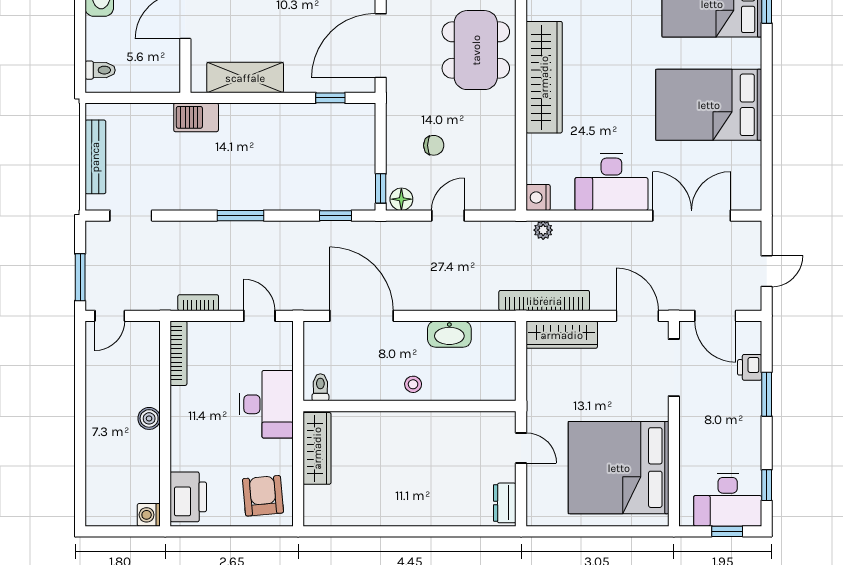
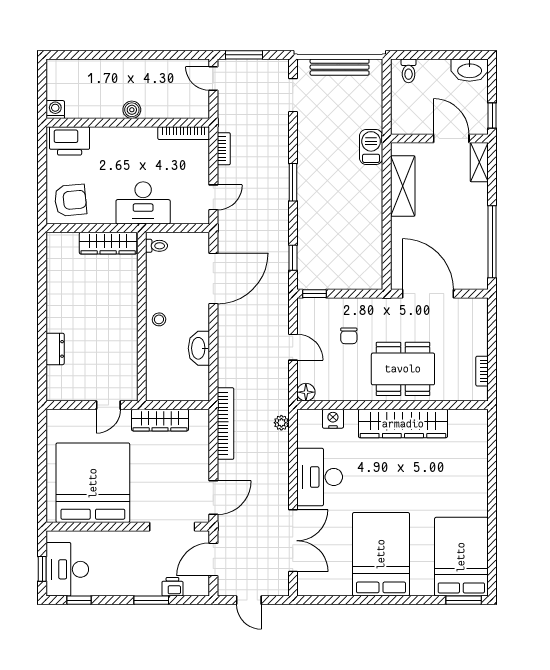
dining table: (476, 50) -> (403, 369), moved
window: (330, 98) -> (387, 254), removed
nightstand: (538, 197) -> (333, 419), moved
floor lamp: (401, 199) -> (306, 392), moved
wardrobe: (562, 335) -> (160, 420), moved, turned -90
dresser: (505, 503) -> (55, 349), moved, turned 90

